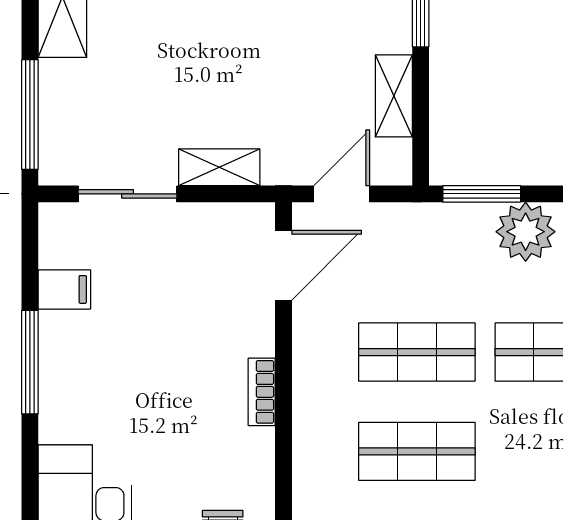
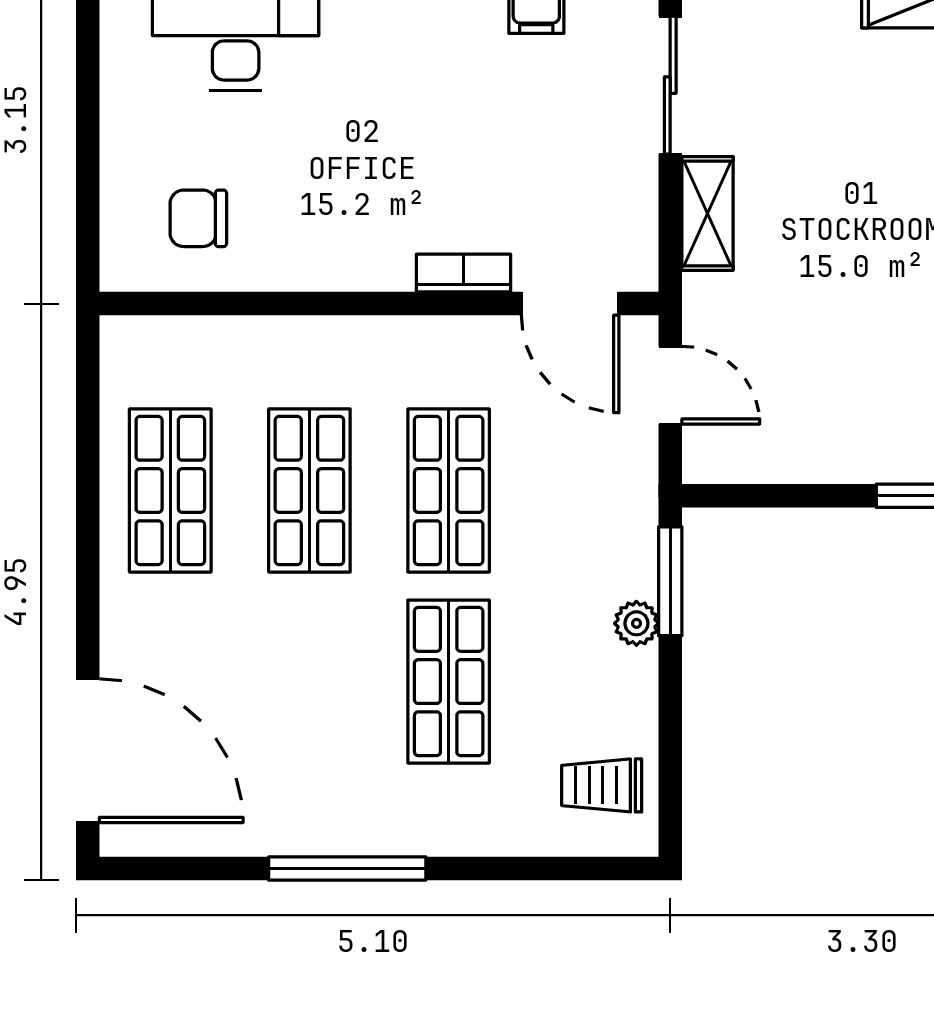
shelving: (394, 96) -> (808, 458), removed
plant: (526, 232) -> (636, 623), width x0.53, depth x0.53
bookcase: (262, 392) -> (464, 273), moved

